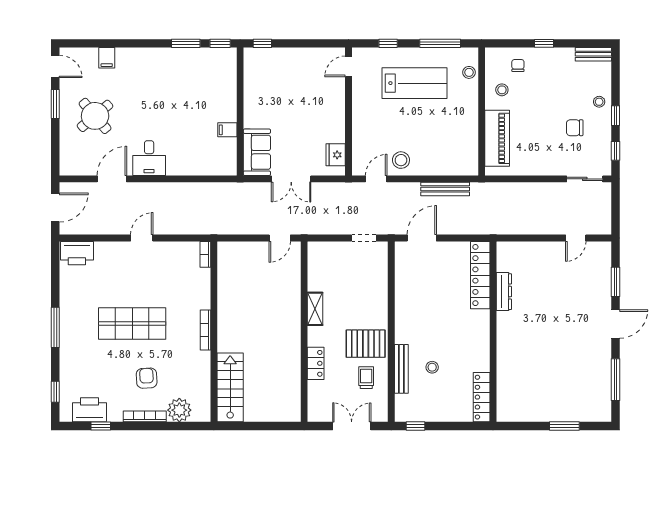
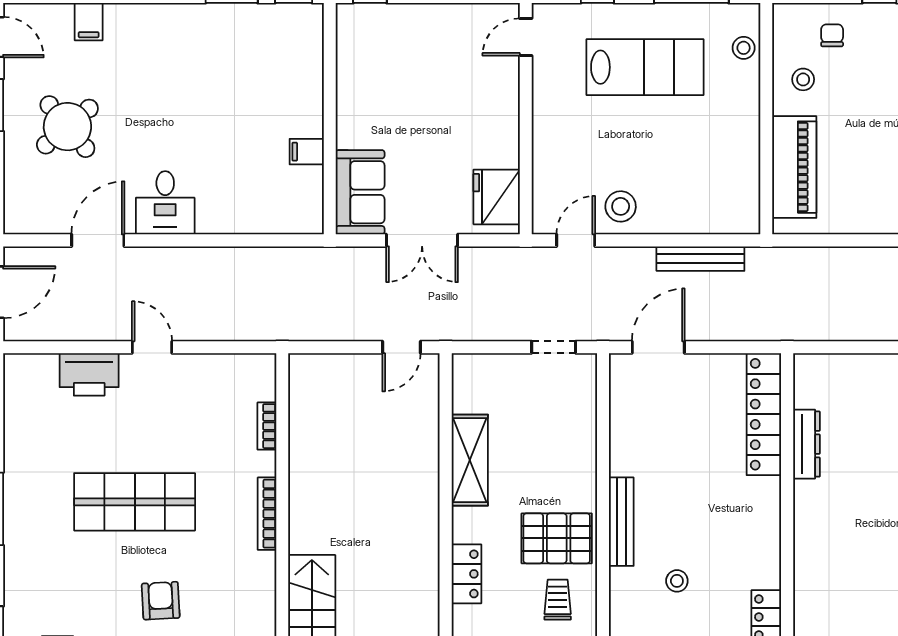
fridge: (336, 155) -> (497, 197), width x1.36, depth x1.34
door: (142, 238) -> (152, 347), hinge flipped
printer: (77, 253) -> (89, 374), moved
bookcase: (205, 254) -> (267, 426), moved
shelving: (315, 309) -> (470, 460), width x1.50, depth x1.33
bench: (401, 369) -> (621, 522), moved

